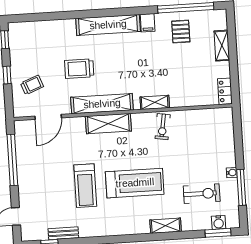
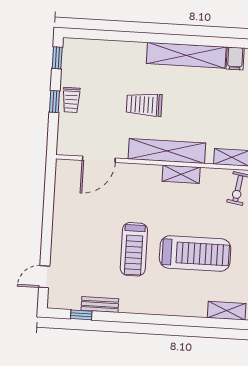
trolley: (32, 85) -> (71, 100), moved, turned 111
shelving: (108, 124) -> (181, 174), width x0.67, depth x0.75
window: (12, 160) -> (48, 207), removed

